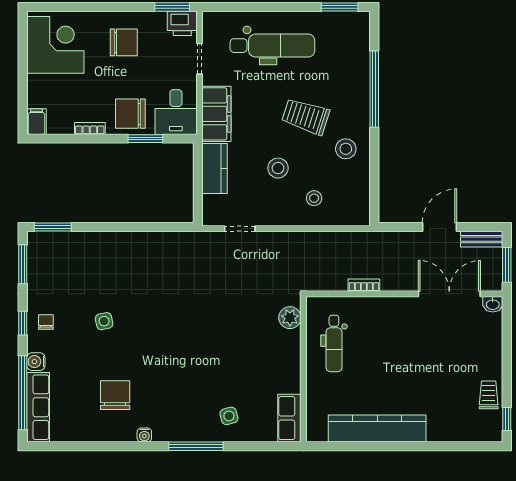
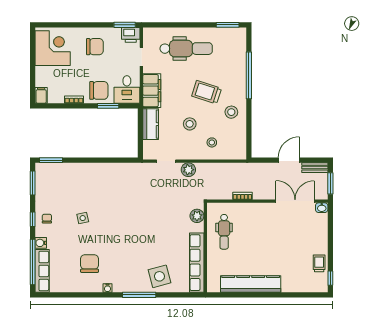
chair: (130, 114) -> (99, 90), turned 180
plant: (276, 243) -> (188, 170), added
side table: (229, 416) -> (159, 276), width x1.87, depth x1.87
row of seats: (289, 418) -> (197, 263), width x2.02

